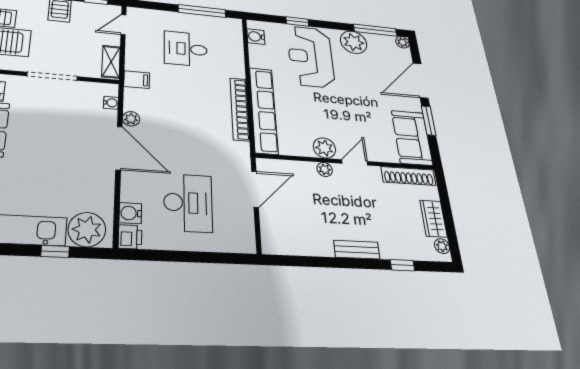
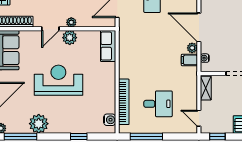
door: (123, 25) -> (199, 118), swing flipped
reception desk: (311, 57) -> (58, 80), moved, turned -90
filing cabinet: (137, 80) -> (189, 60), moved
bookcase: (240, 109) -> (124, 102), moved
row of seats: (264, 110) -> (108, 46), width x0.50

